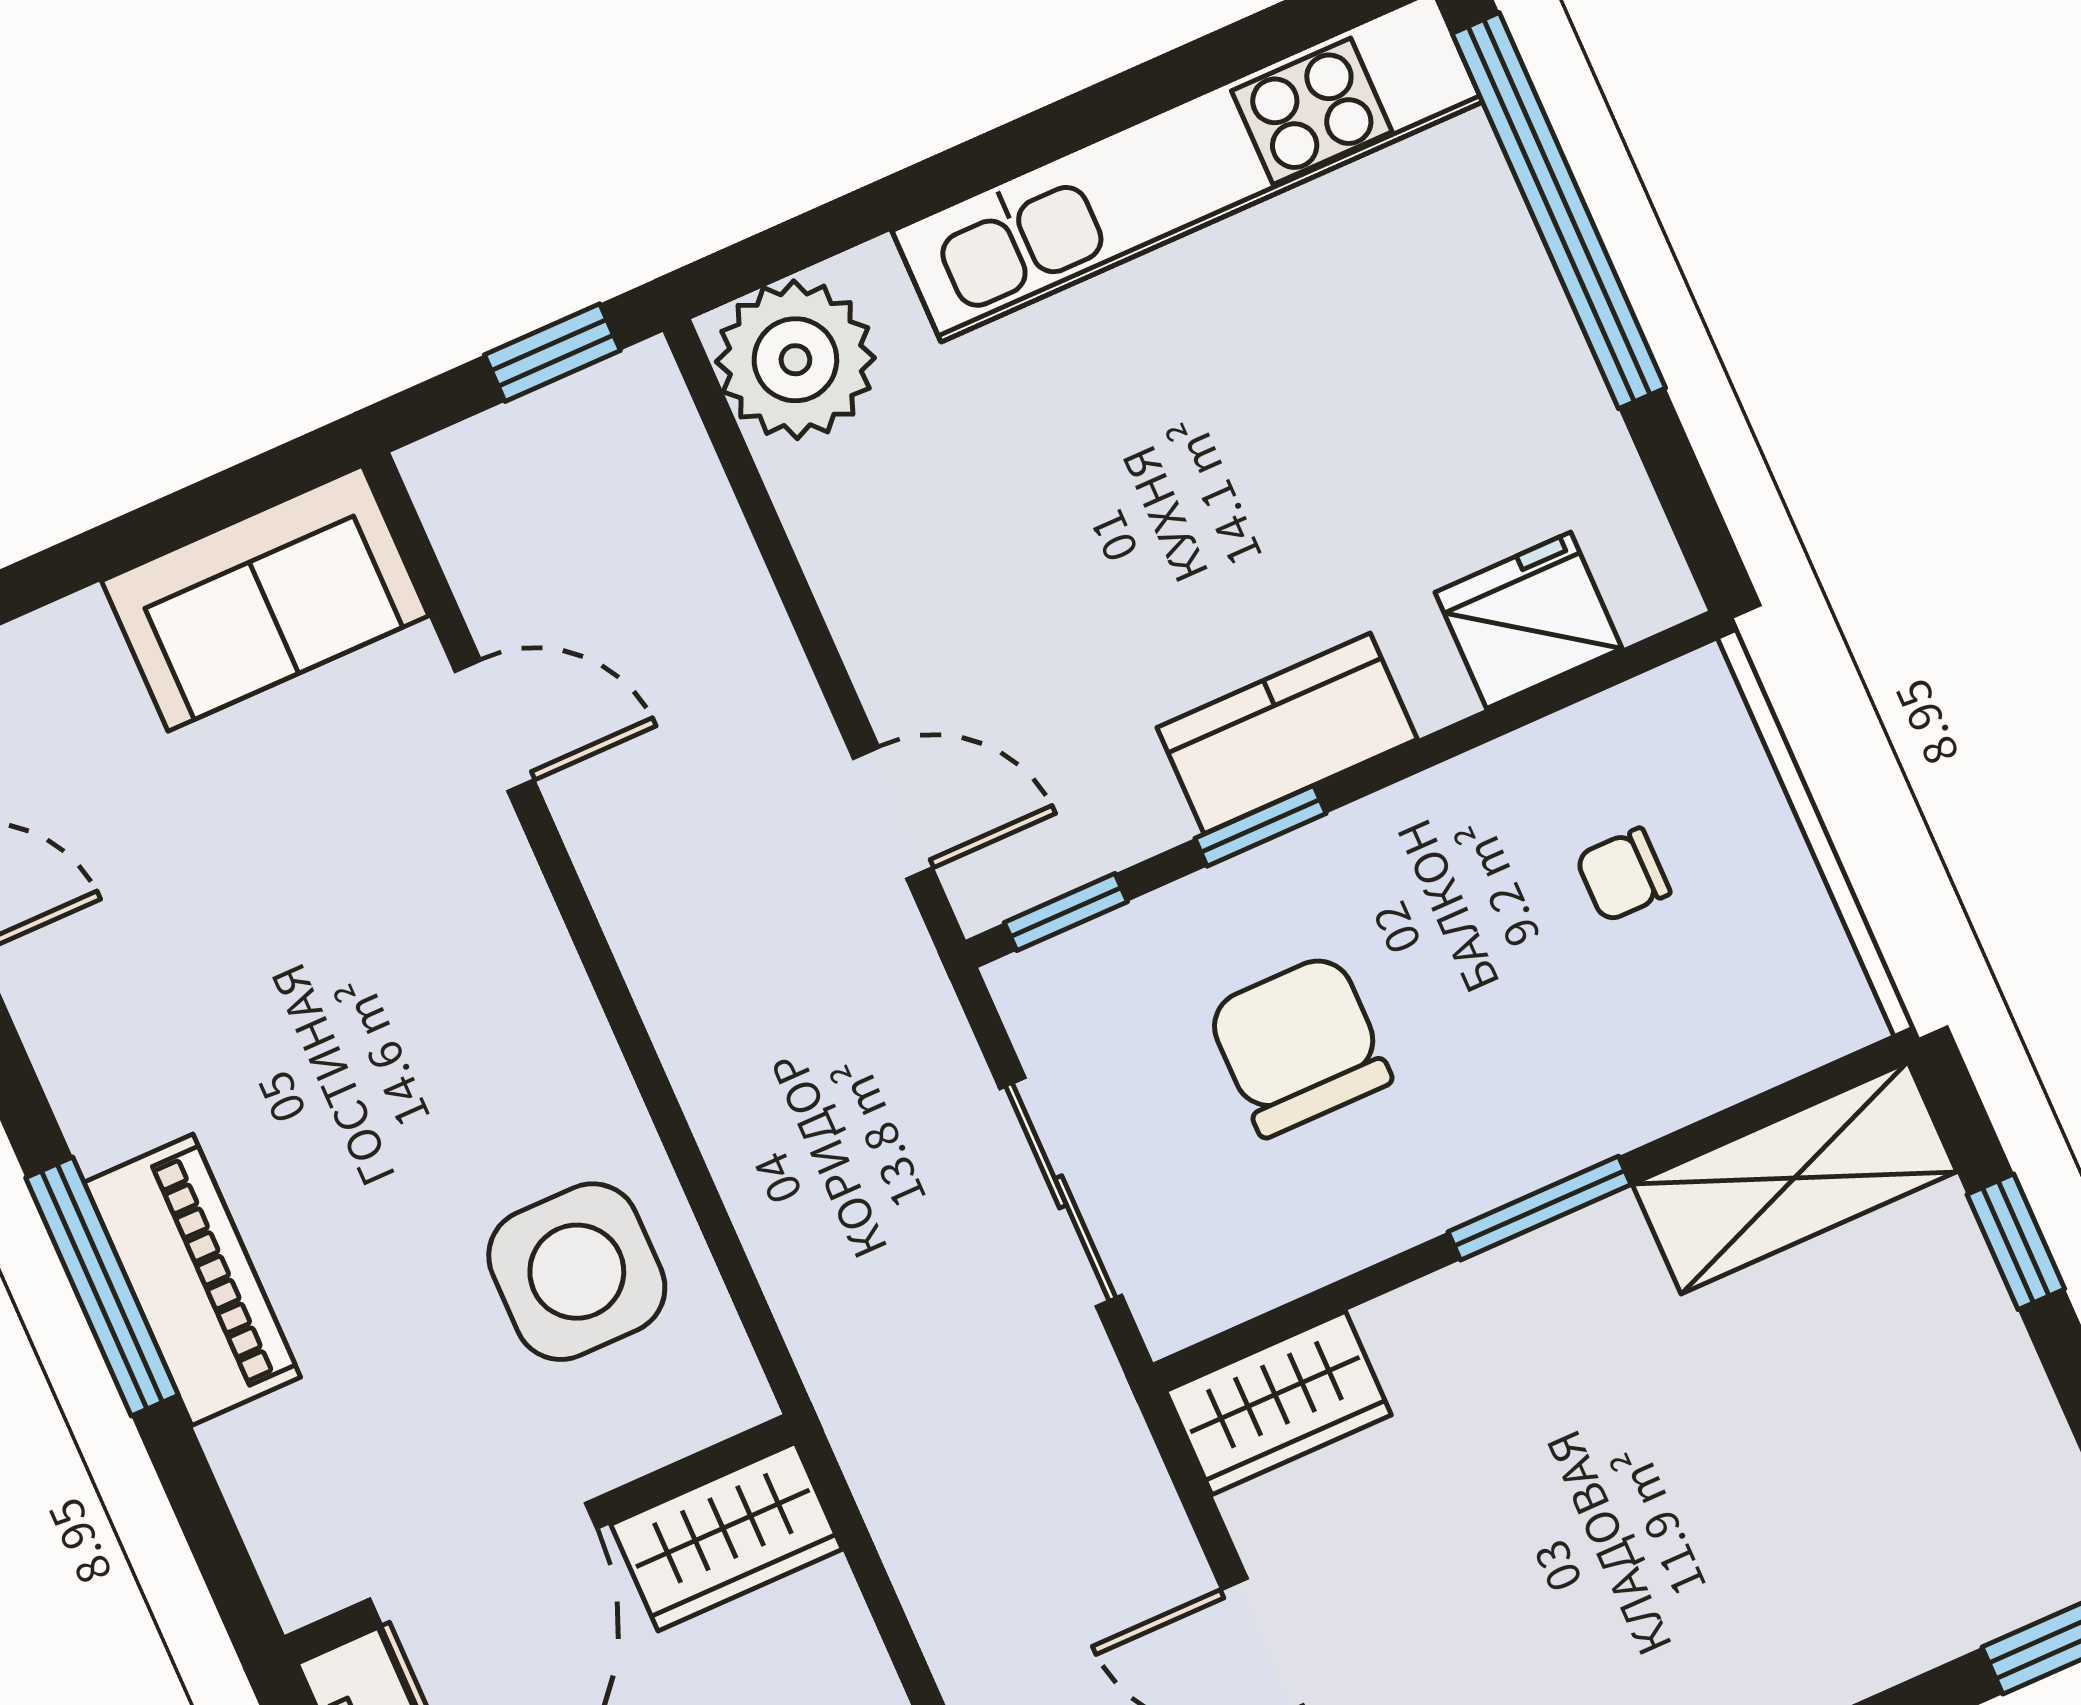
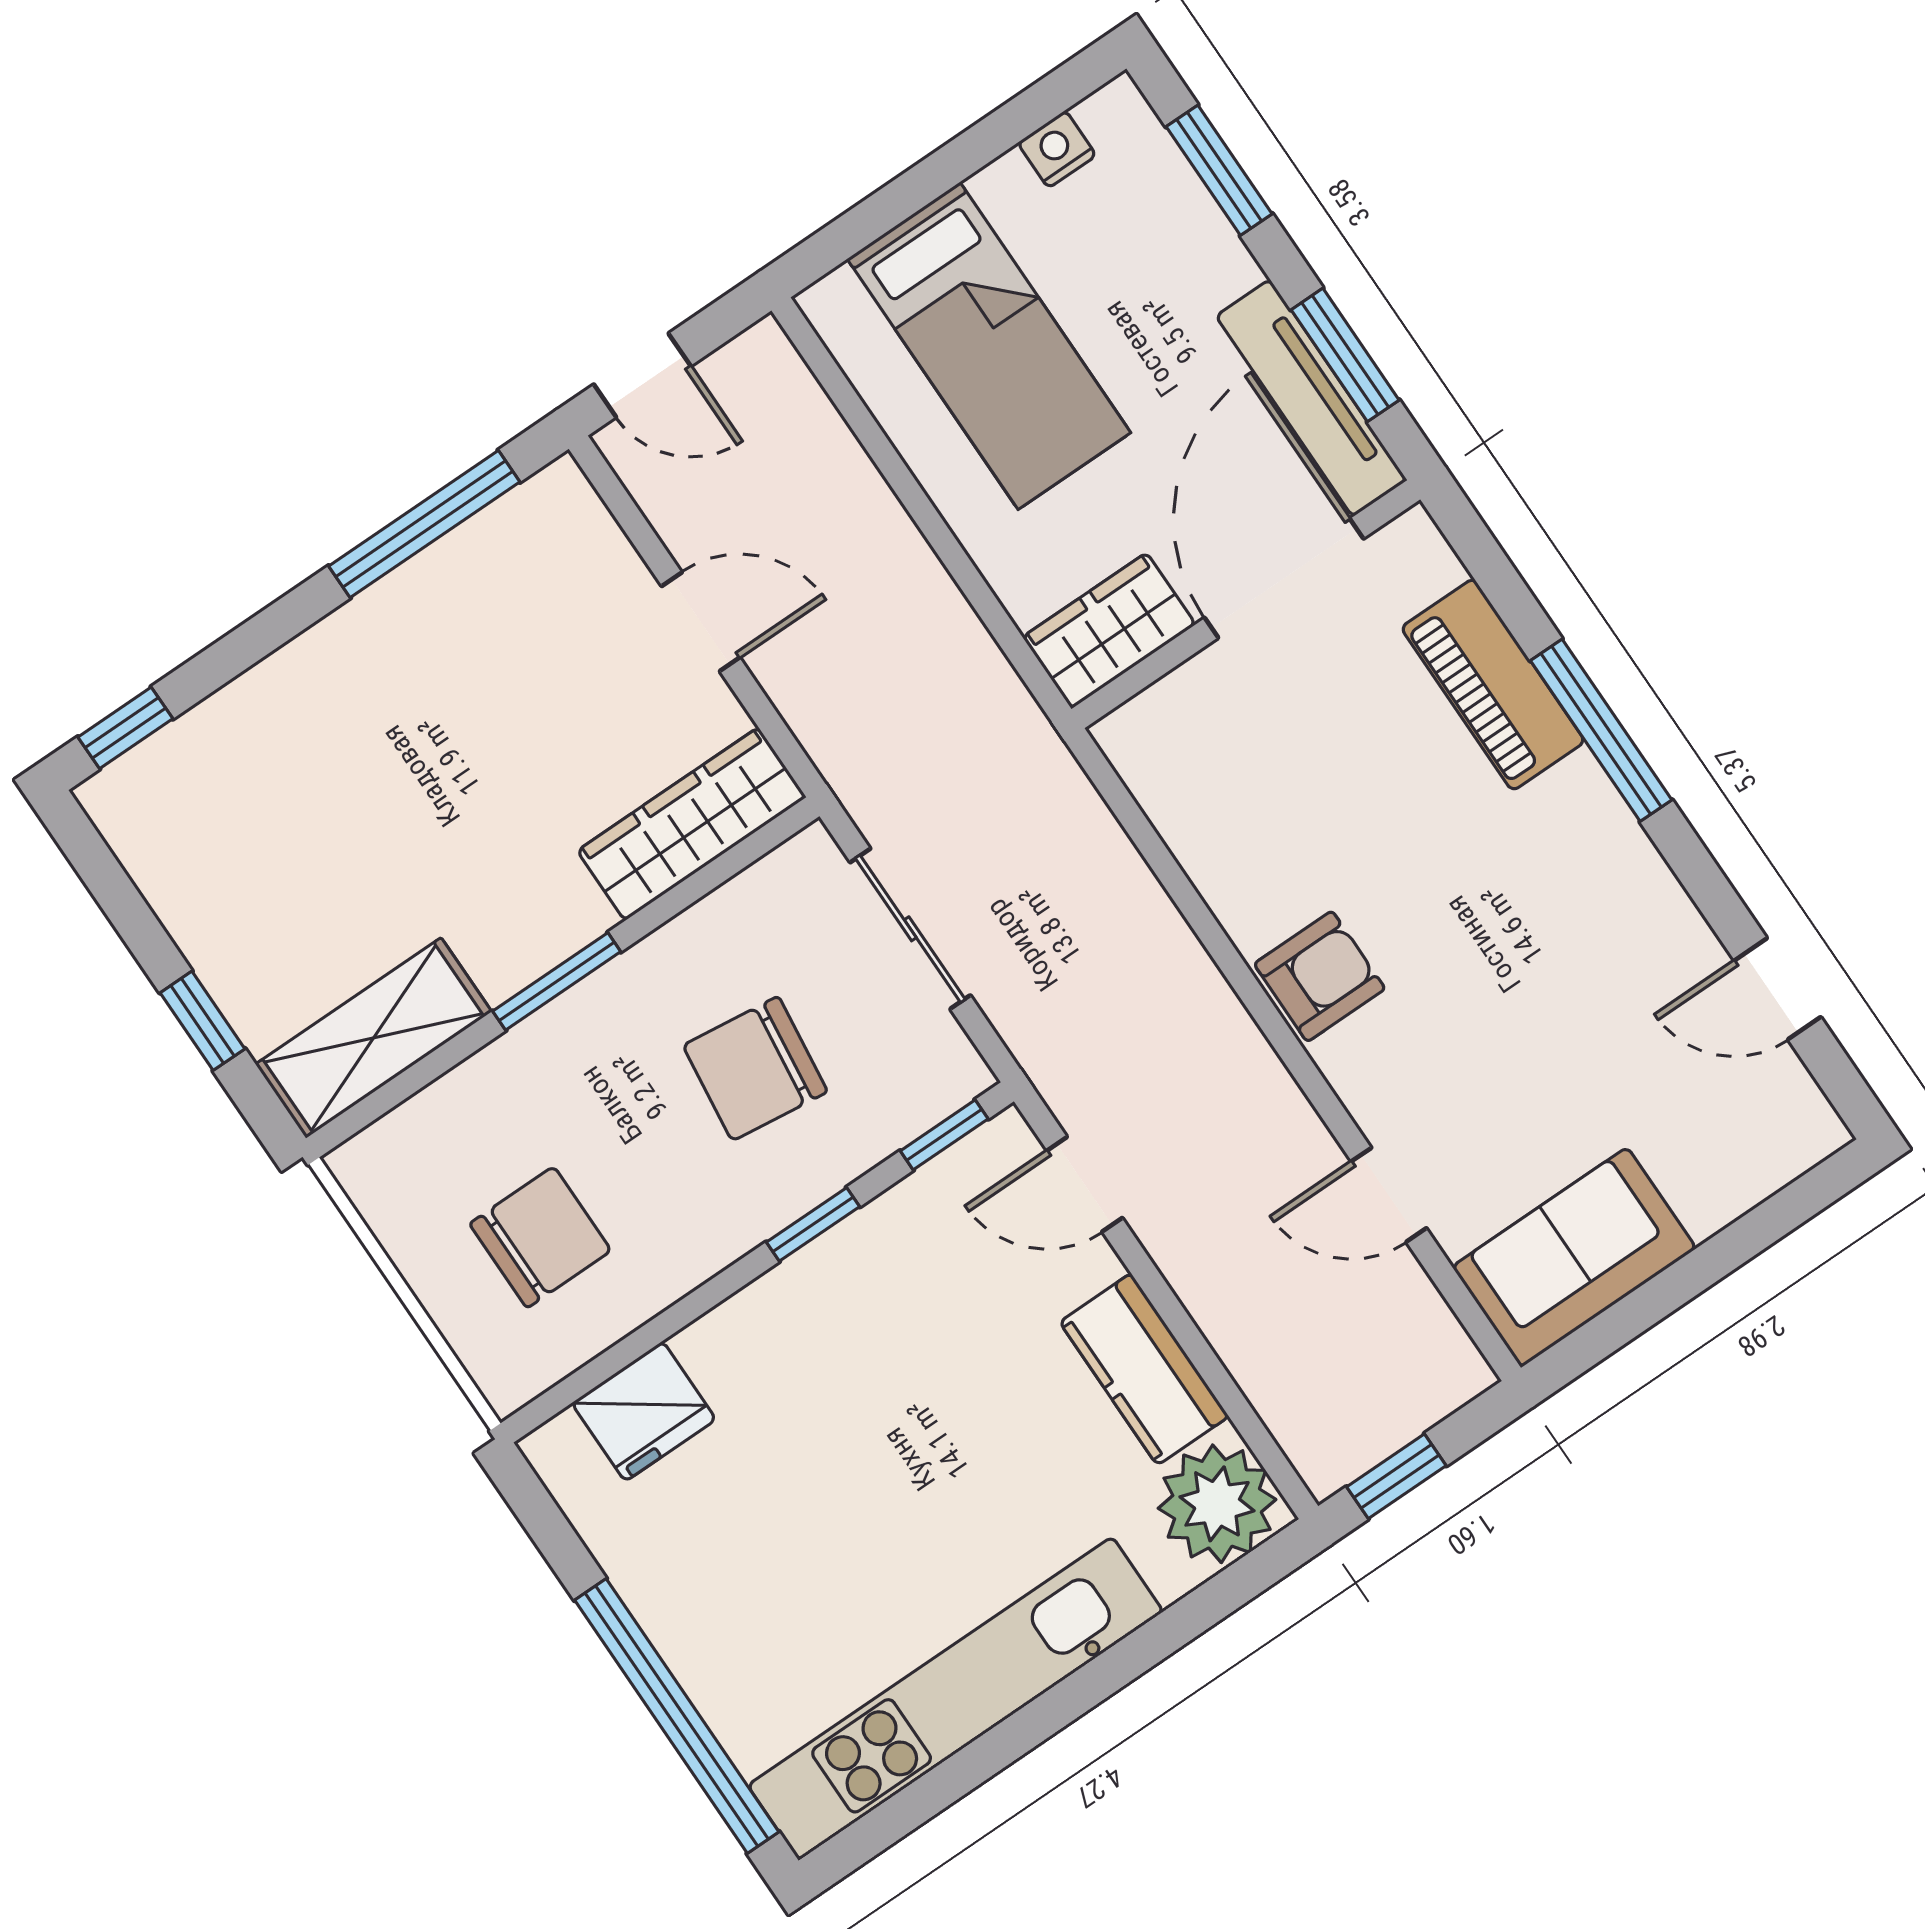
kitchen counter: (1287, 733) -> (1144, 1369), moved, turned 90
chair: (1623, 875) -> (540, 1237), width x1.87, depth x1.87
armchair: (533, 1030) -> (1320, 976), added
chair: (1299, 1045) -> (755, 1069), turned 97
side table: (577, 1272) -> (1255, 805), removed
piano: (192, 1280) -> (1493, 685), moved
wardrobe: (1279, 1403) -> (692, 824), width x1.50

